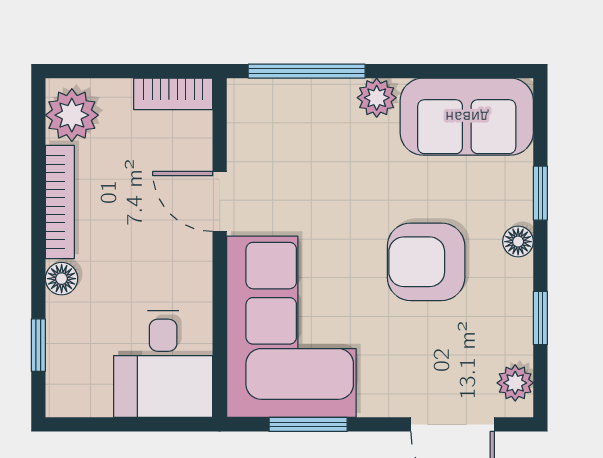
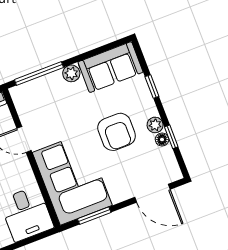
floor lamp: (518, 242) -> (162, 140), moved
armchair: (426, 262) -> (117, 132), turned -90
plant: (515, 383) -> (155, 125), moved

